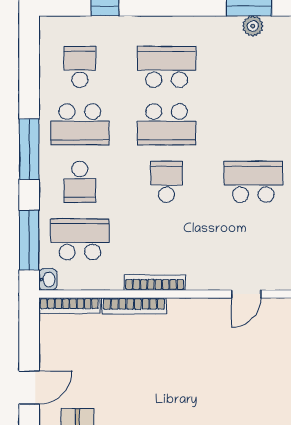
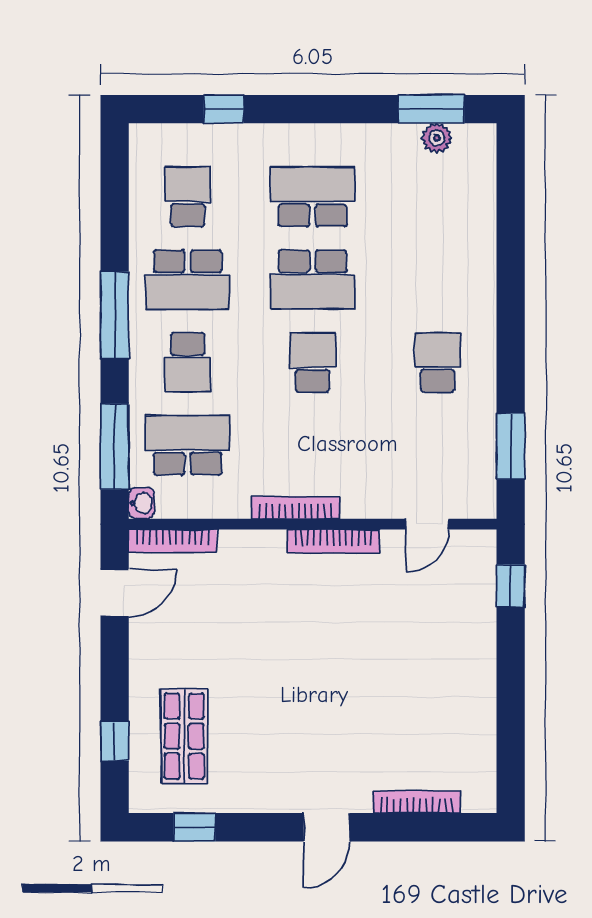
school desk: (253, 182) -> (438, 362), width x0.54
bookcase: (134, 306) -> (333, 541), moved
door: (29, 388) -> (115, 593), moved

